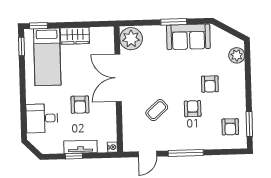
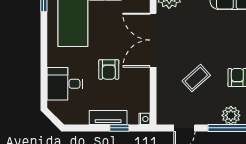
plant: (188, 142) -> (231, 115), added
window: (74, 156) -> (119, 128), moved

